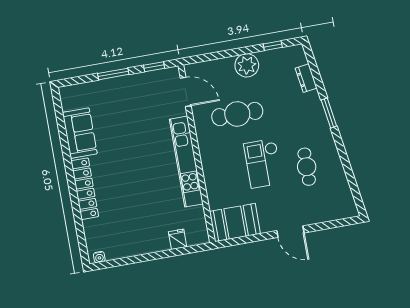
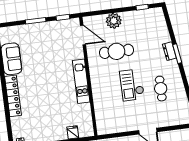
plant: (247, 65) -> (114, 21), moved
dresser: (306, 78) -> (169, 51), moved
kitchen unit: (186, 162) -> (81, 81), width x0.73
booth: (235, 223) -> (111, 123), removed

